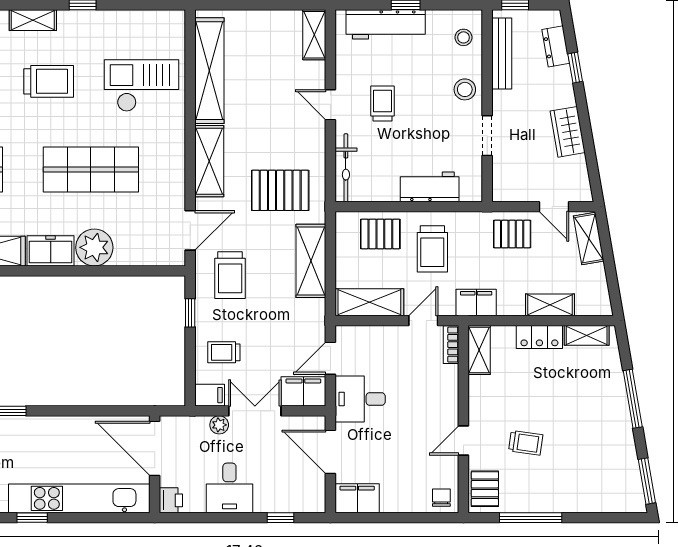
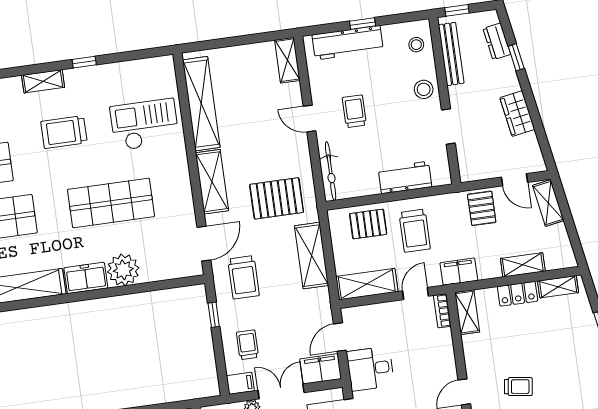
trolley: (49, 81) -> (64, 132), turned 180
pallet: (512, 234) -> (482, 208), turned 90
trolley: (224, 352) -> (247, 345), turned 90

